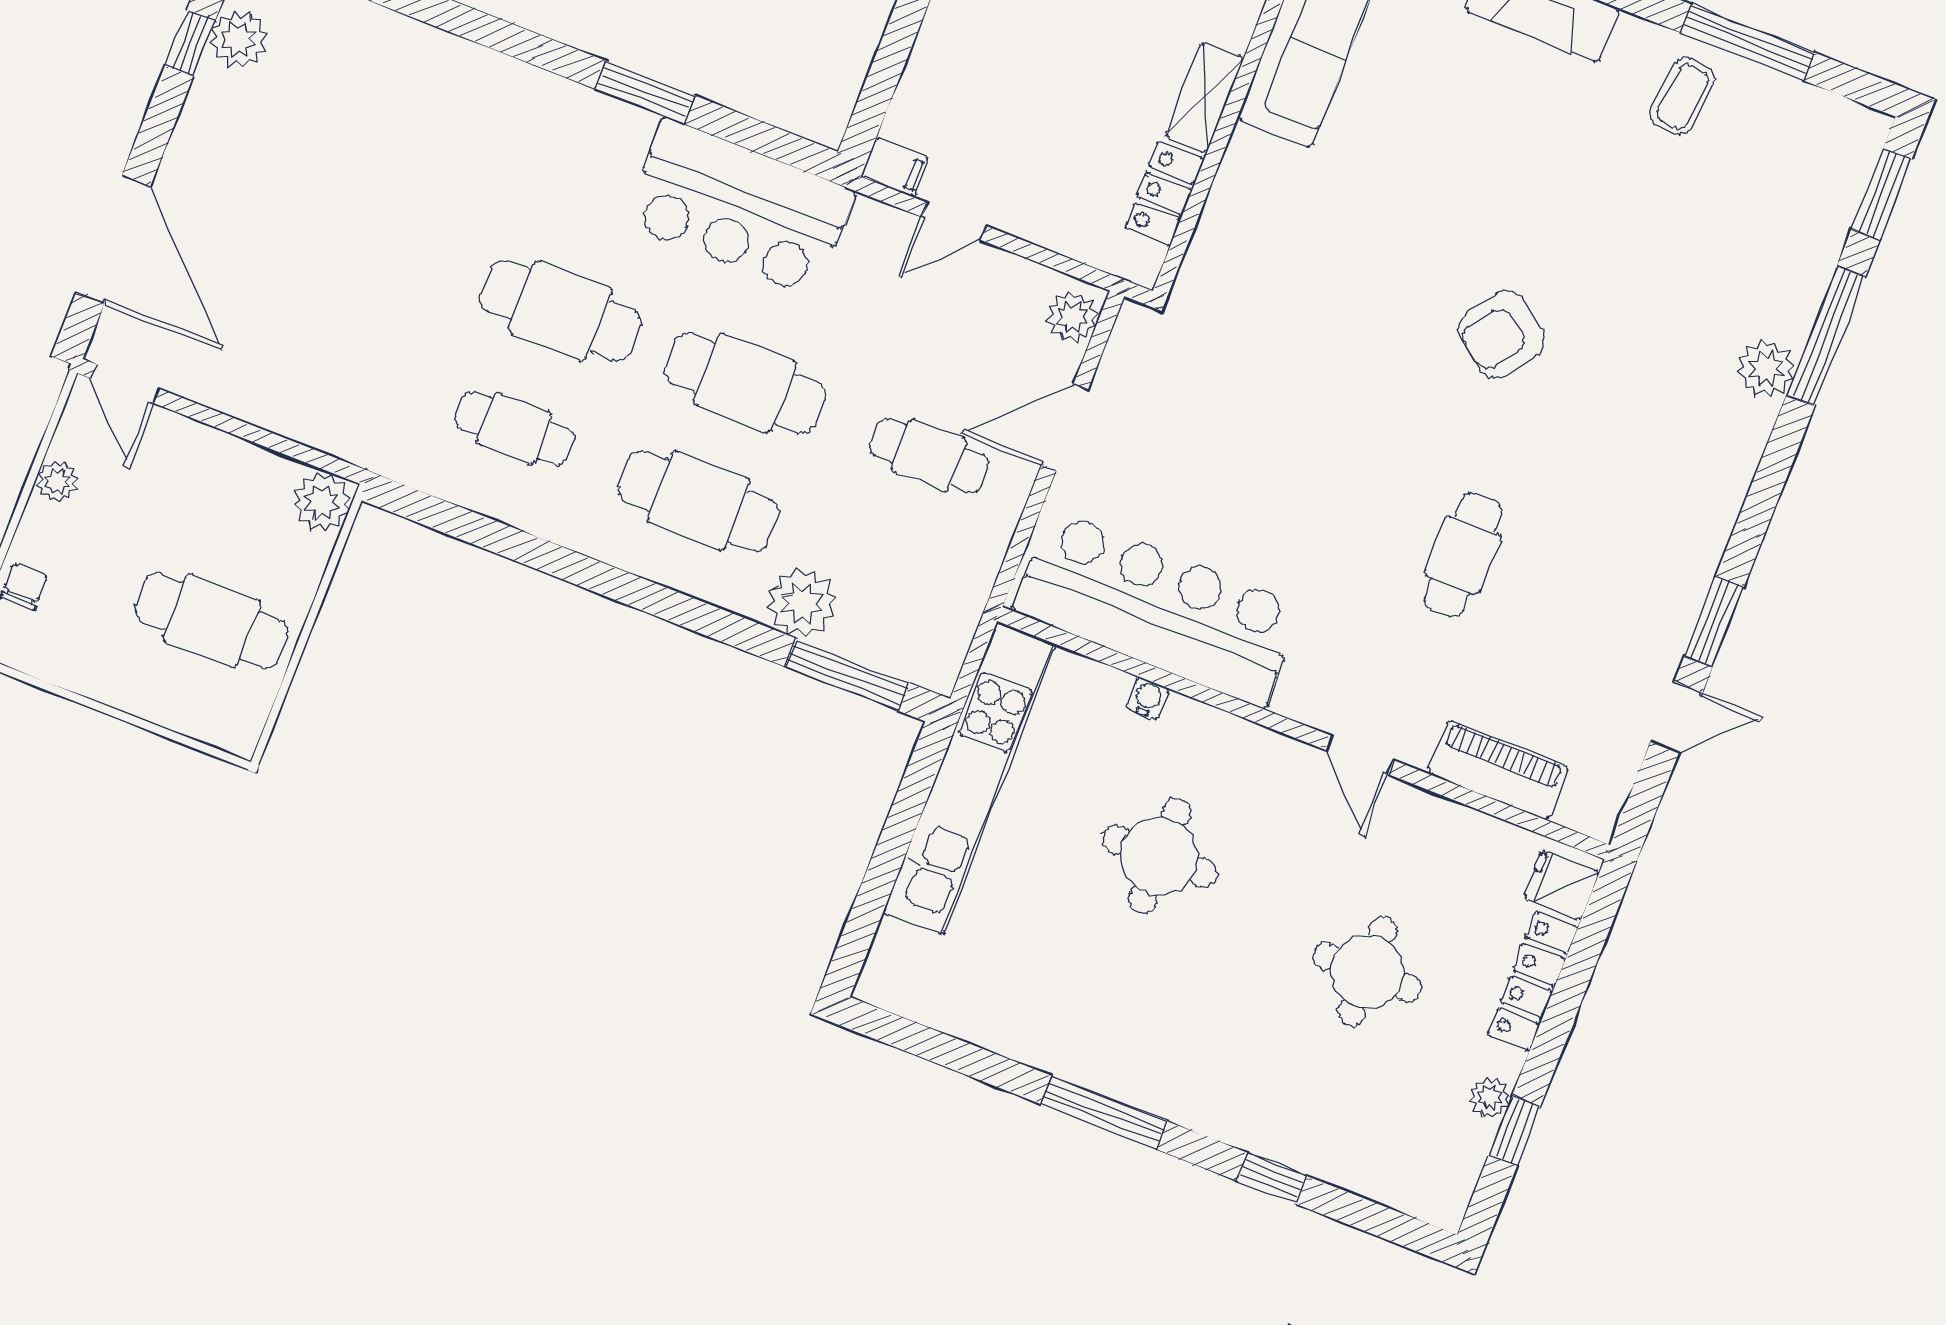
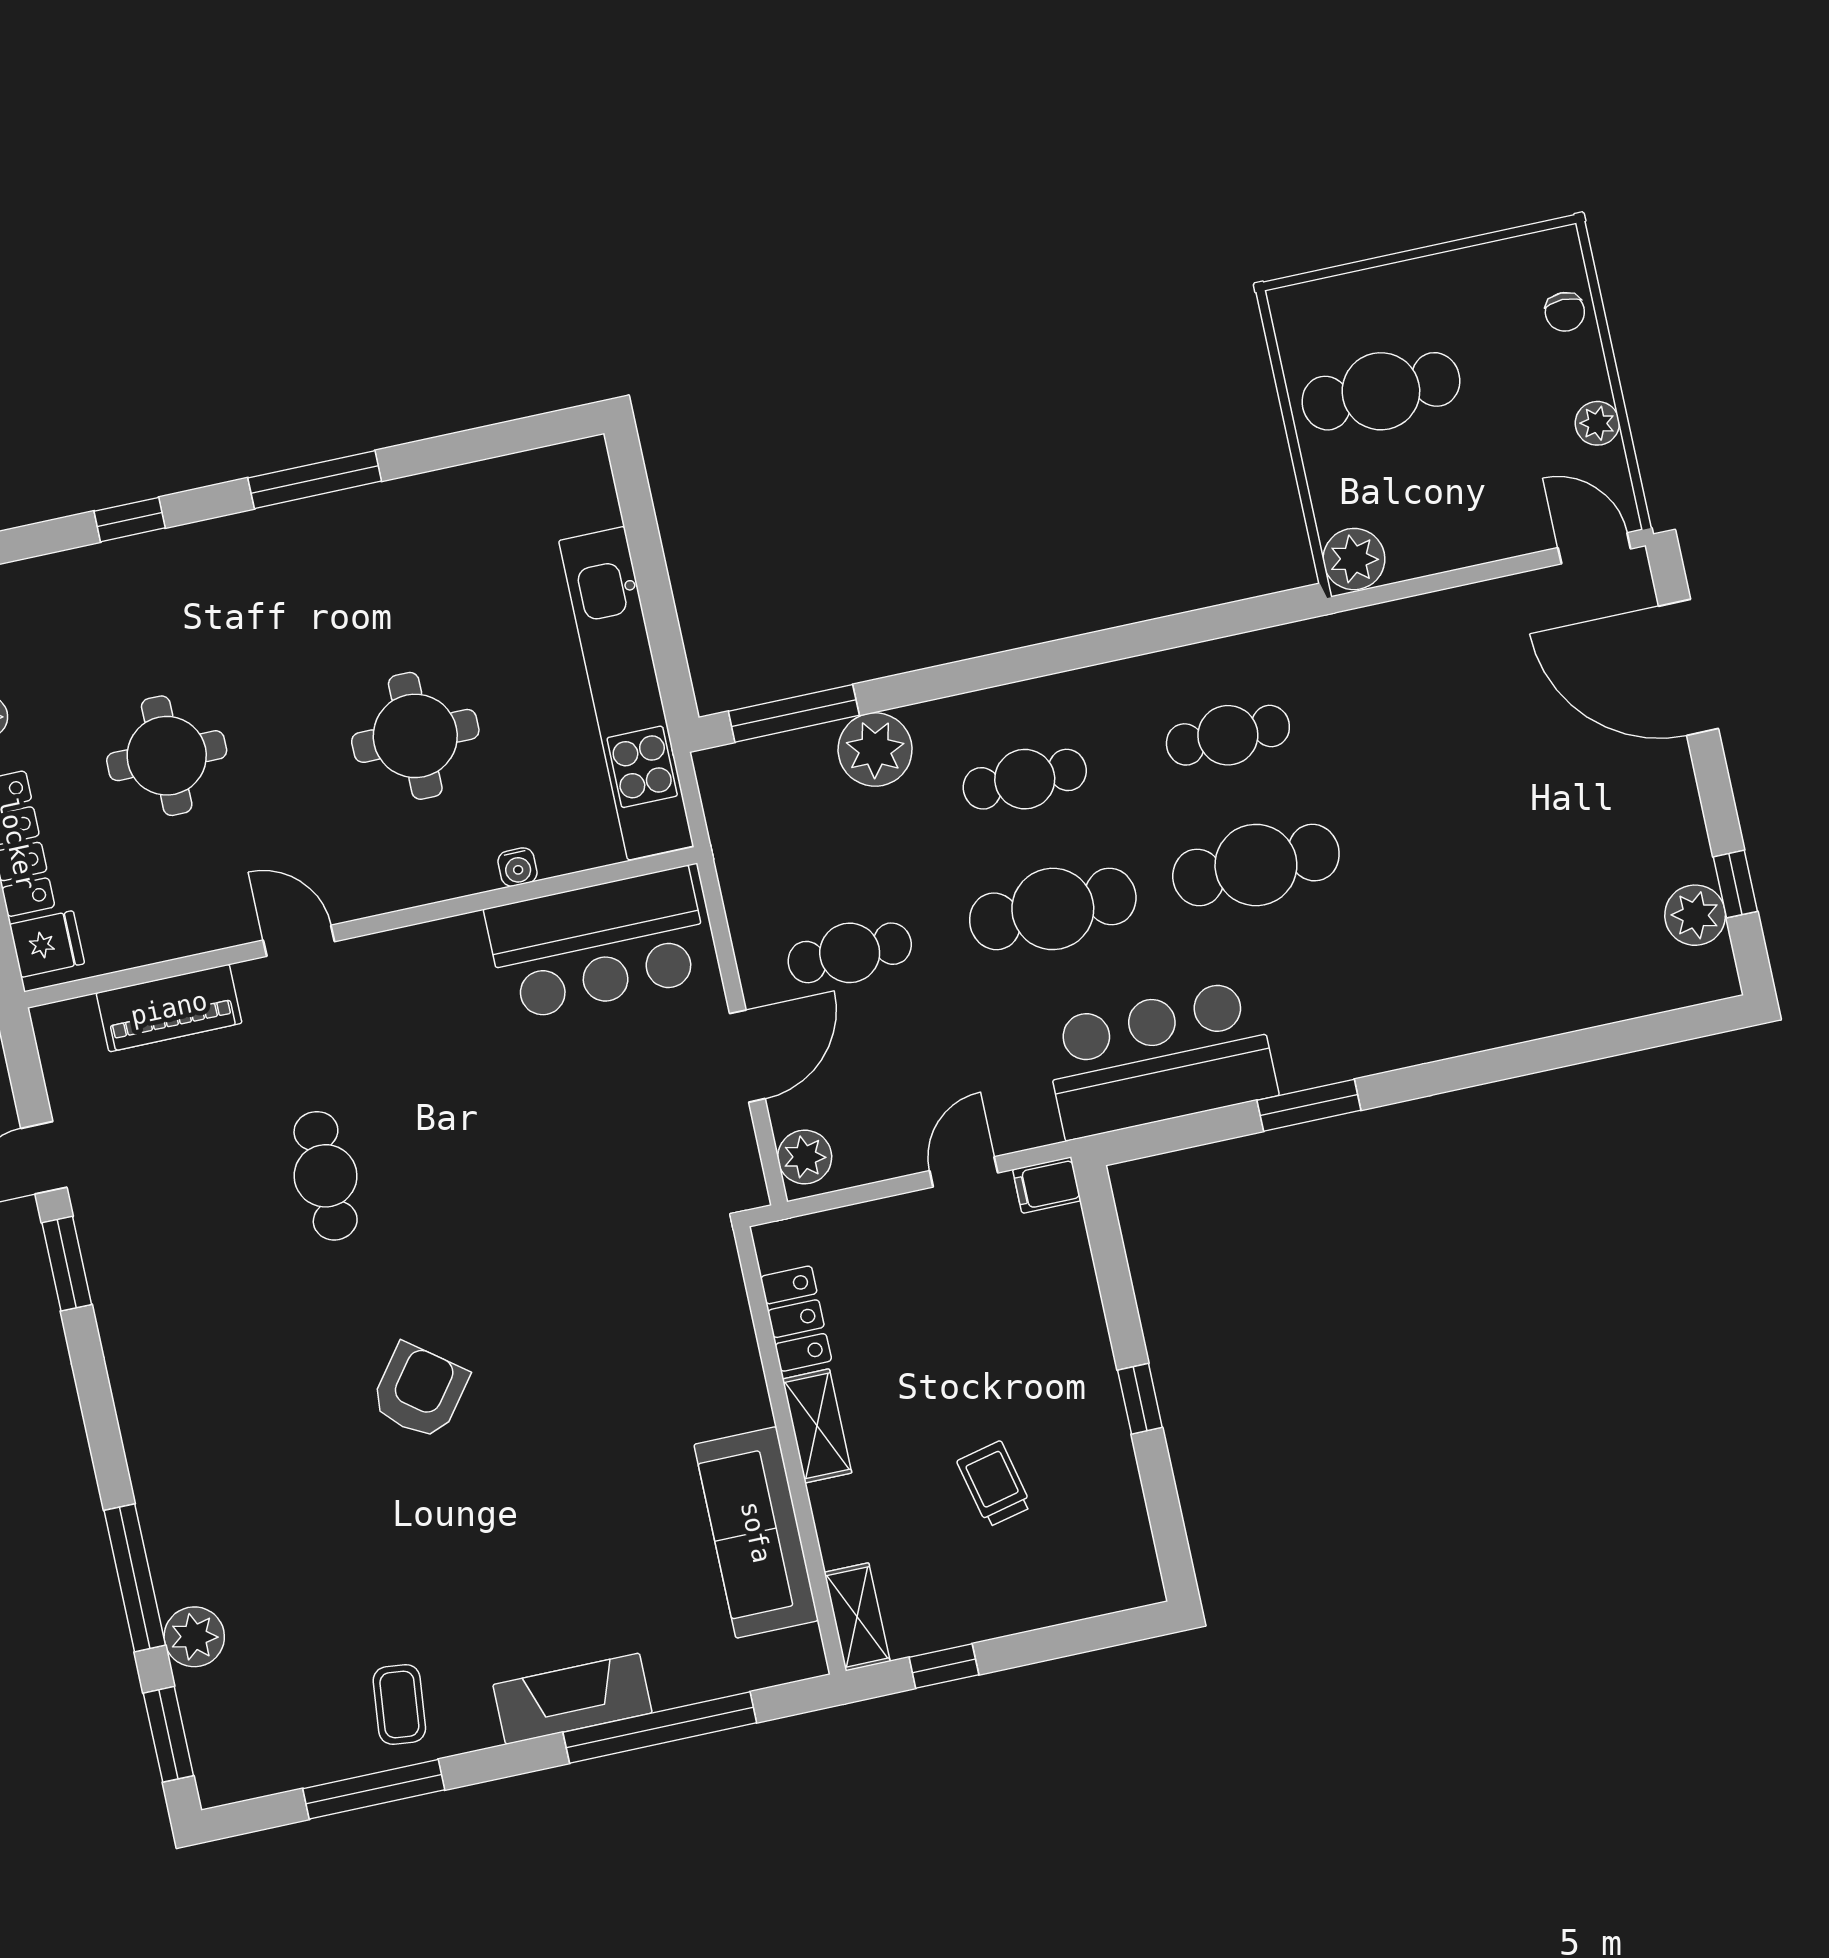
plant: (1766, 369) -> (194, 1637), moved
cafe table: (699, 501) -> (1025, 779), width x0.73, depth x0.74
bar counter: (1158, 608) -> (598, 944), width x0.73

